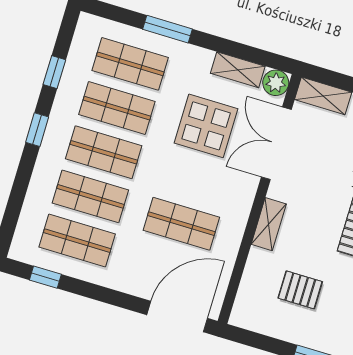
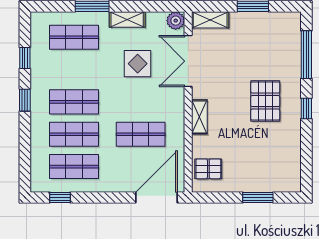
shelving: (238, 70) -> (127, 20), moved
shop shelf: (117, 108) -> (74, 70), removed
display table: (206, 126) -> (138, 64), width x0.73, depth x0.73
pallet: (300, 290) -> (208, 169), moved

